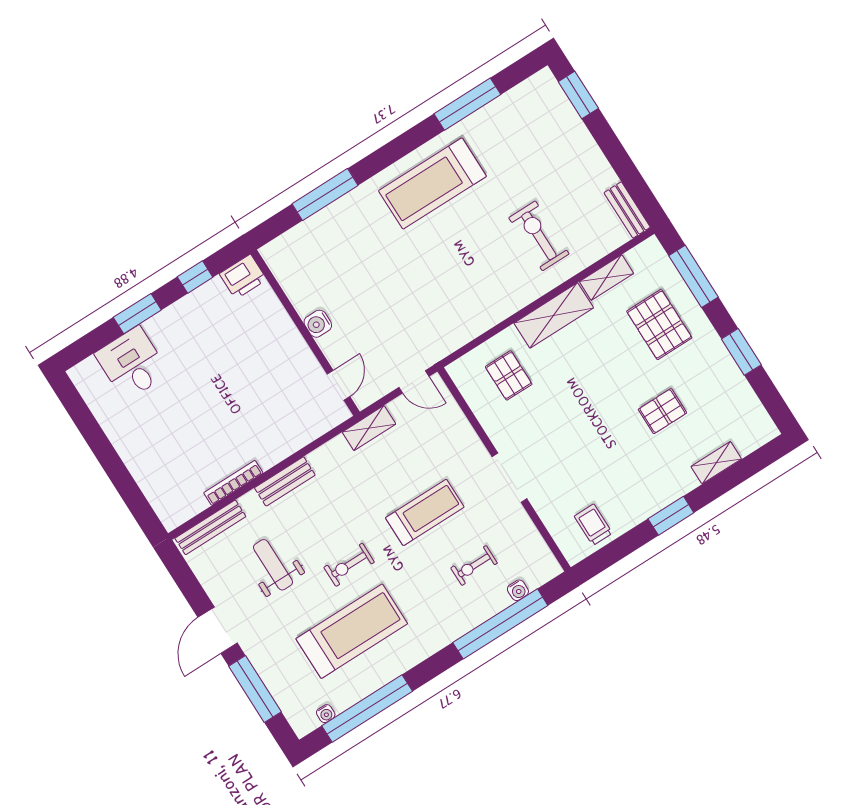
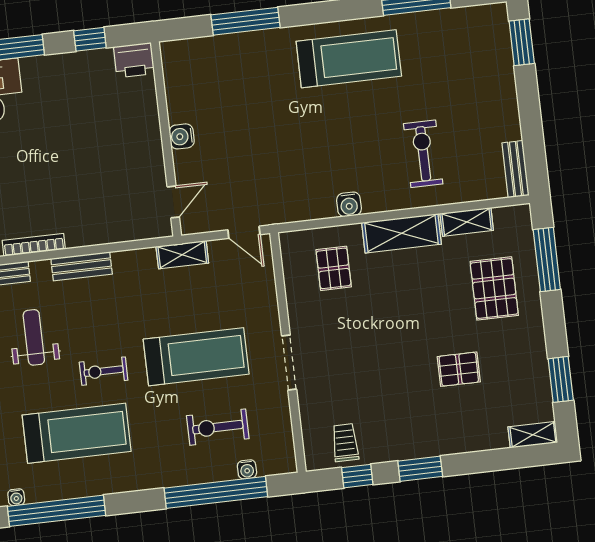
treadmill: (432, 184) -> (349, 59), turned 180
water cooler: (495, 312) -> (349, 204), added
window: (741, 352) -> (561, 379), moved
shelving: (716, 463) -> (533, 435), moved
treadmill: (425, 512) -> (196, 357), width x1.37, depth x1.38
window: (618, 549) -> (357, 476), added
exercise bike: (474, 565) -> (218, 427), width x1.38, depth x1.39

